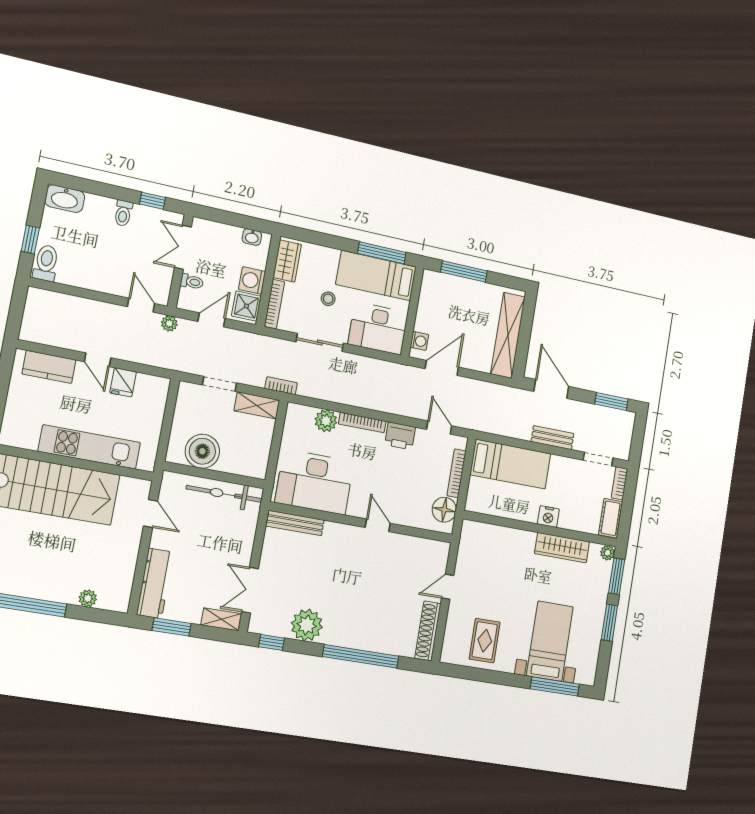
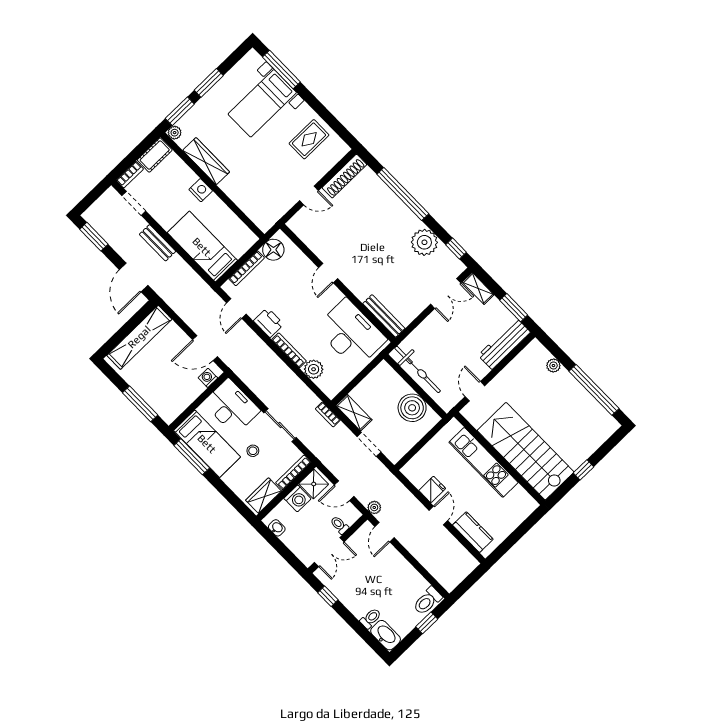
toilet: (123, 213) -> (371, 618), moved

